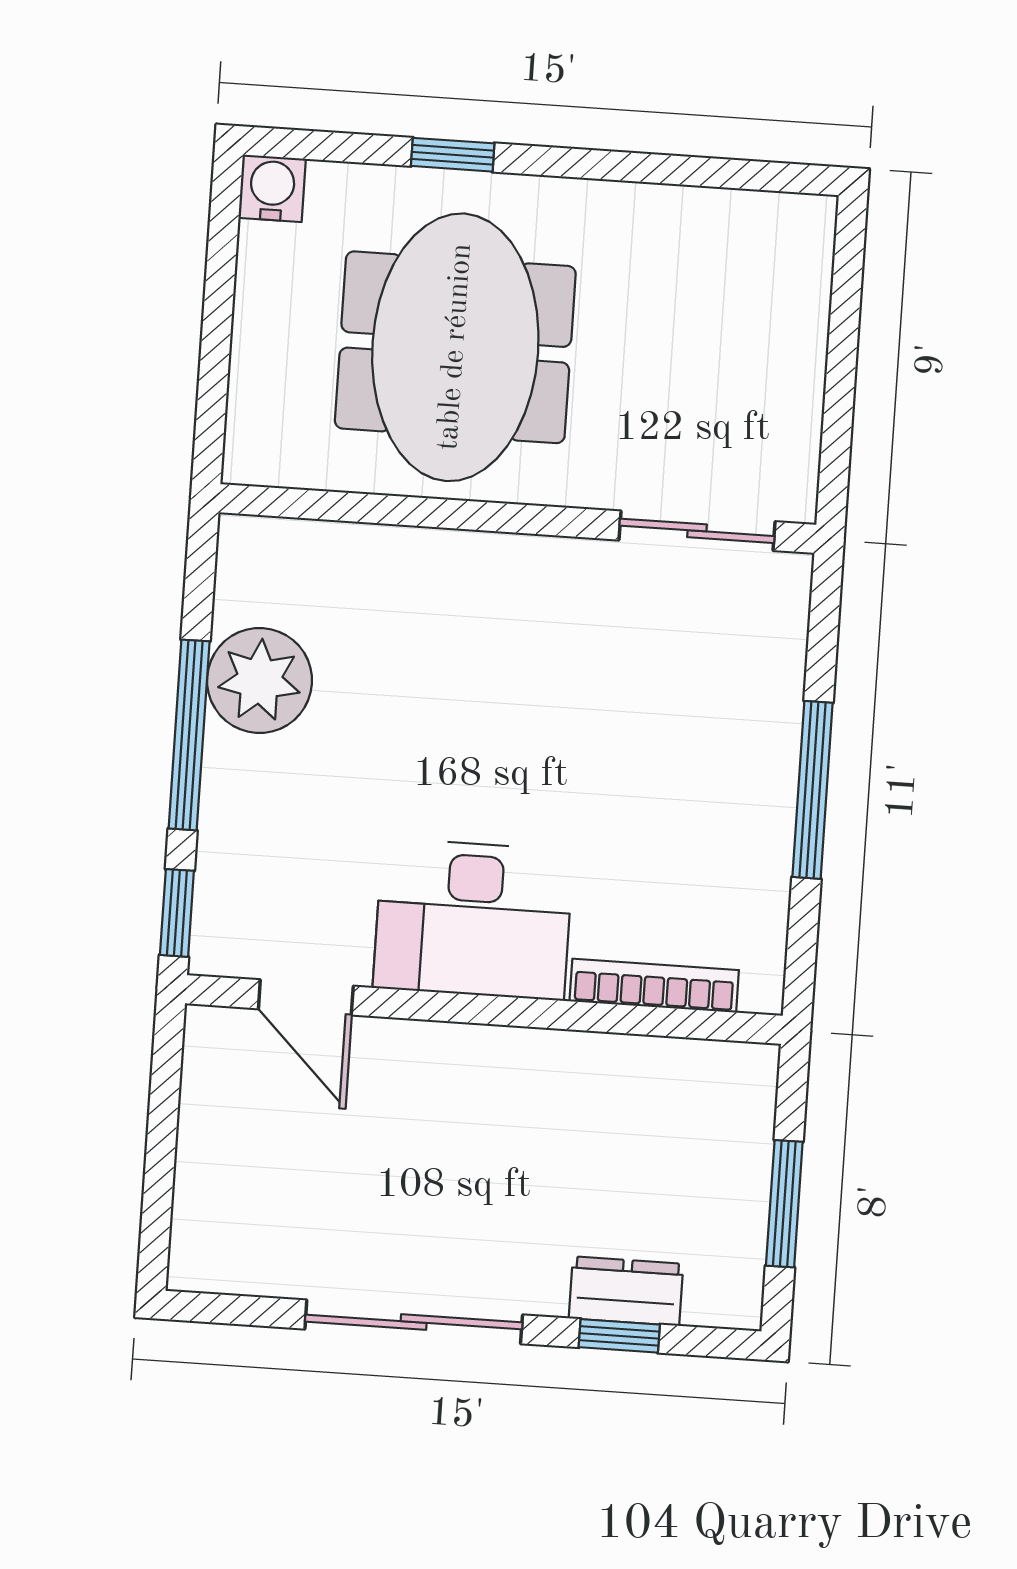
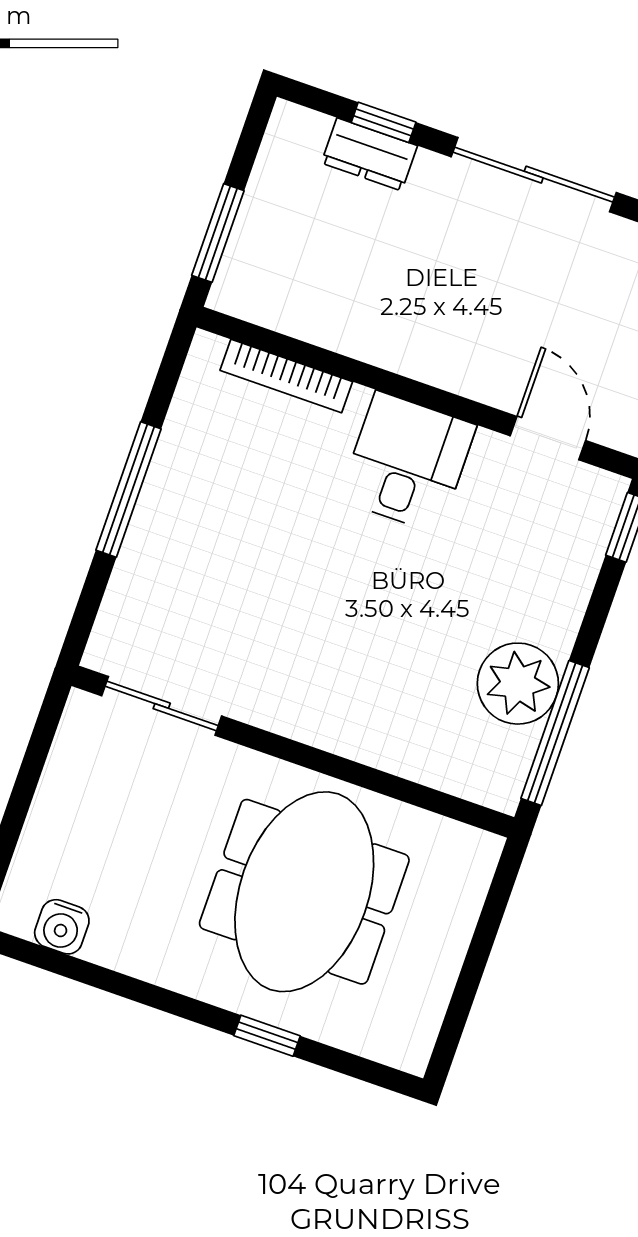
water cooler: (272, 188) -> (62, 927), moved
window: (189, 735) -> (555, 733), moved
desk: (473, 919) -> (407, 462), width x0.73
window: (784, 1204) -> (218, 233), moved

